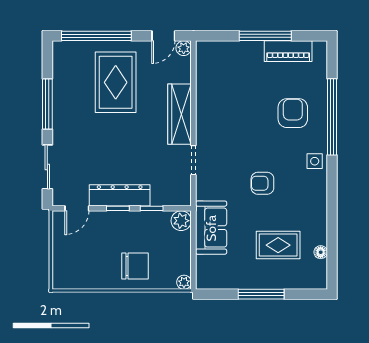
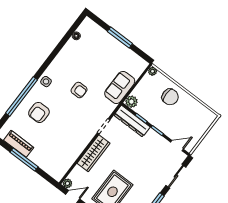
dresser: (120, 195) -> (132, 121), moved
rug: (278, 245) -> (94, 55), removed
chair: (135, 266) -> (170, 97), turned 180

